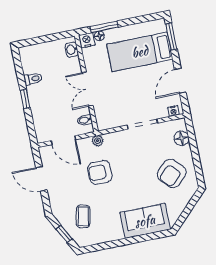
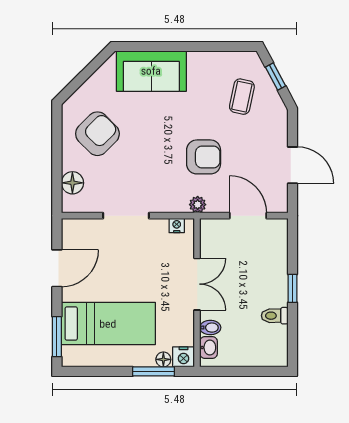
nightstand: (174, 111) -> (177, 225), moved
bidet: (85, 120) -> (210, 328), moved

